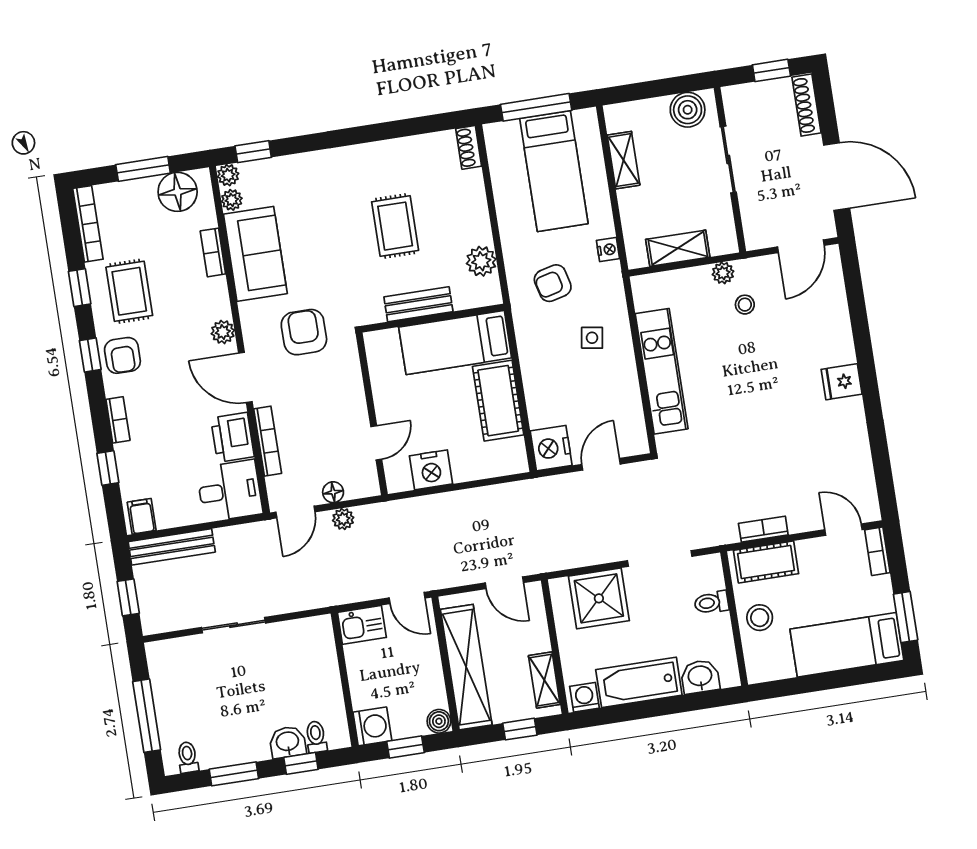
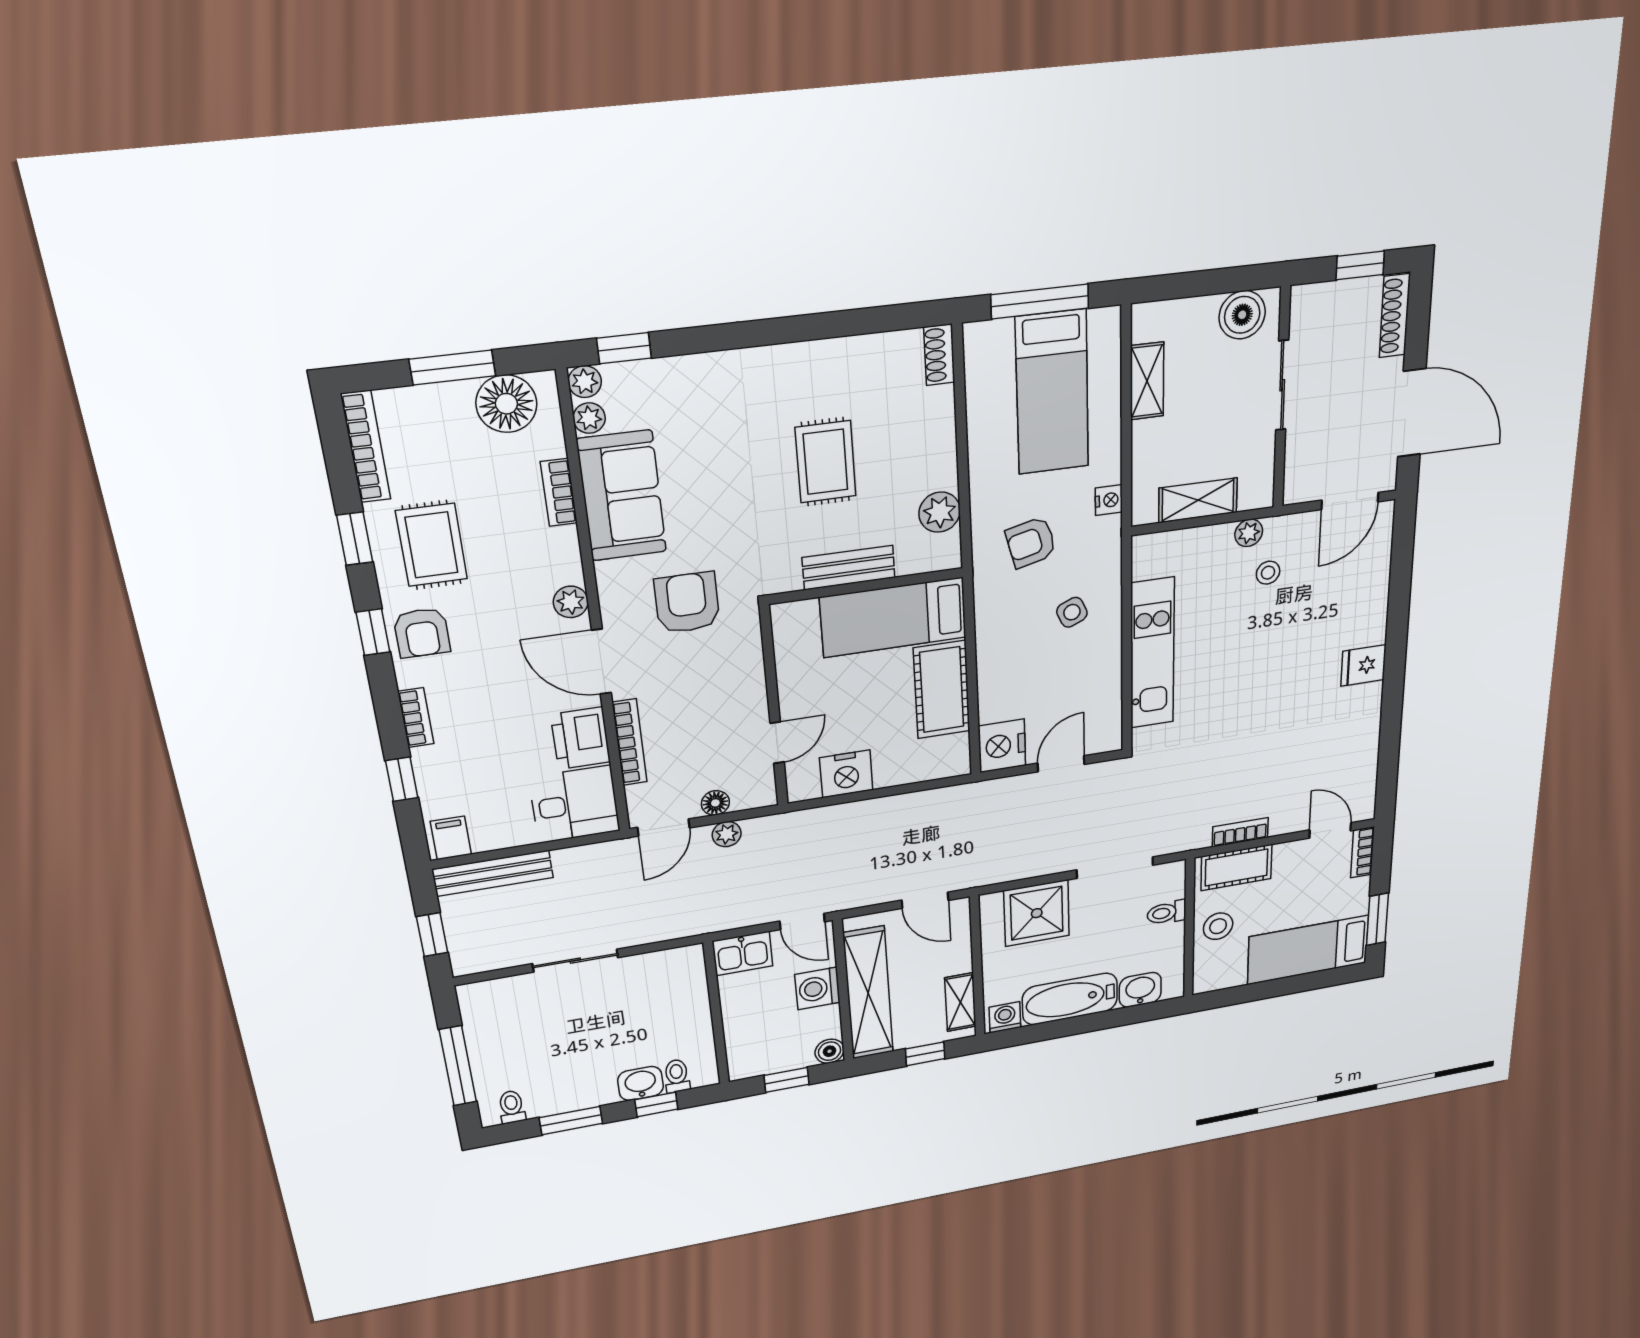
side table: (592, 338) -> (1072, 612), turned -33
washing machine: (372, 726) -> (817, 988), moved, turned 180

